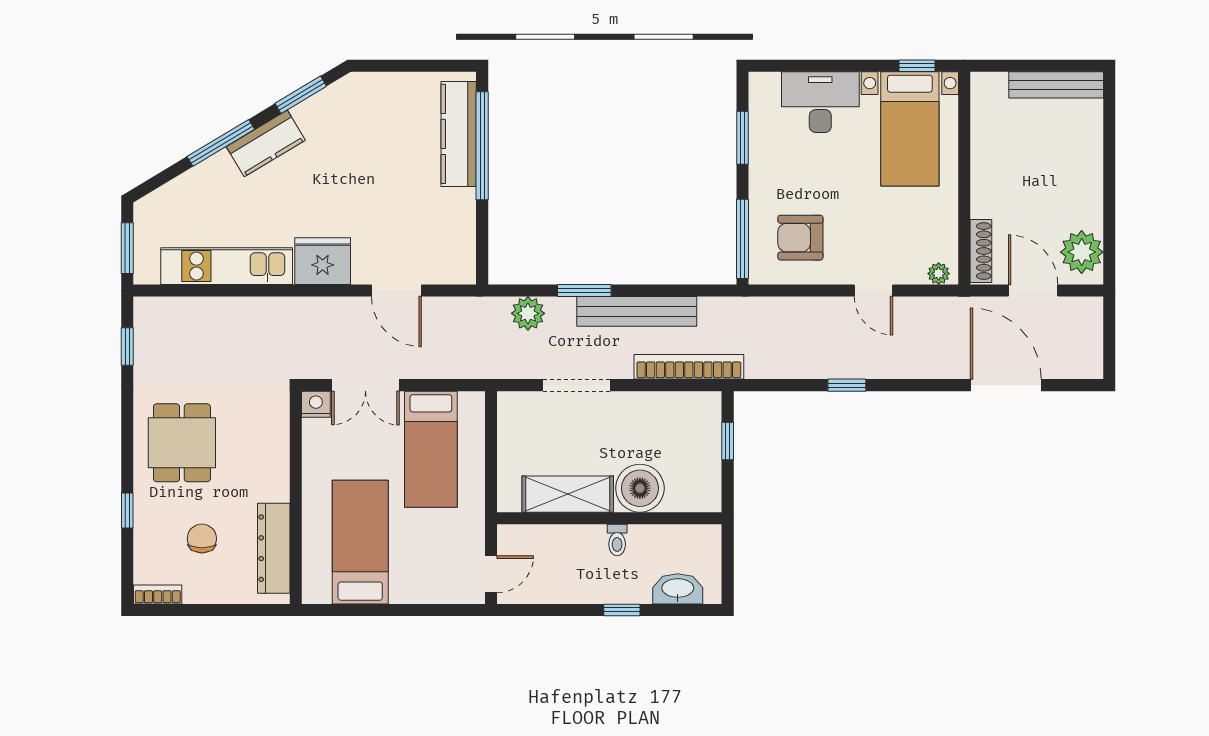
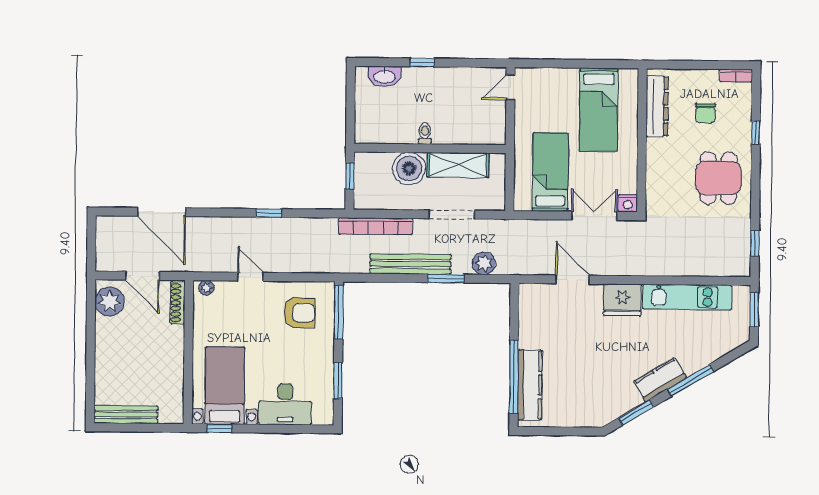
boiler: (640, 488) -> (409, 169), moved
shelving: (568, 494) -> (458, 165), moved
wall: (609, 518) -> (430, 148), moved
toilet: (617, 540) -> (425, 134), moved

